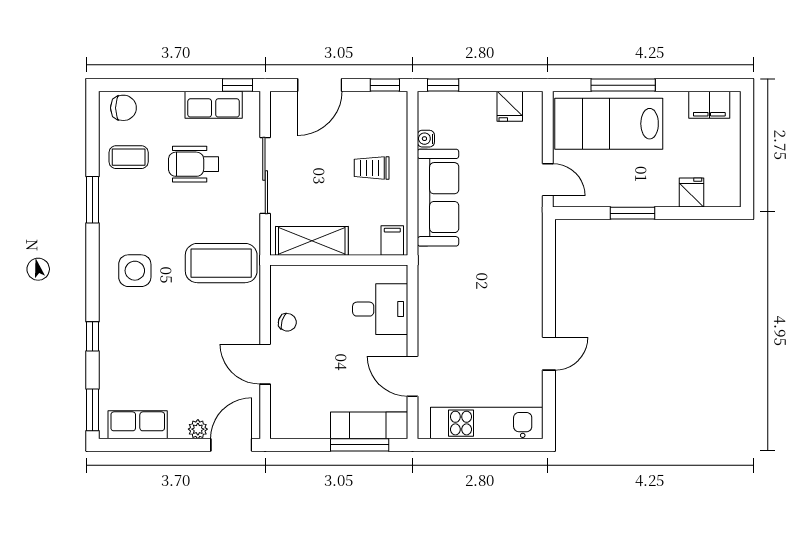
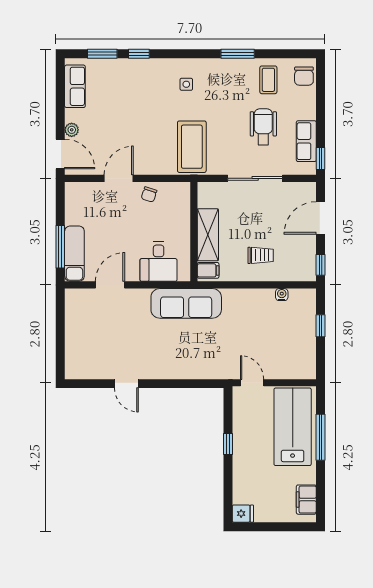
door: (320, 85) -> (320, 218), hinge flipped
window: (443, 85) -> (320, 326), moved
fridge: (510, 106) -> (305, 355), removed
trolley: (372, 168) -> (261, 255), turned 90
door: (548, 180) -> (252, 383), swing flipped
fridge: (691, 192) -> (243, 514), moved
sofa: (438, 198) -> (186, 303), moved
window: (632, 213) -> (228, 444), width x0.67
shelving: (312, 241) -> (208, 235), moved
side table: (135, 271) -> (186, 84), width x0.54, depth x0.54
window: (92, 410) -> (102, 54), moved
kitchen unit: (487, 423) -> (76, 339), removed

